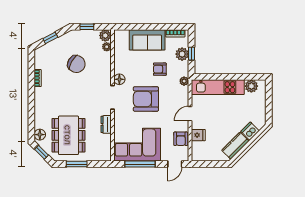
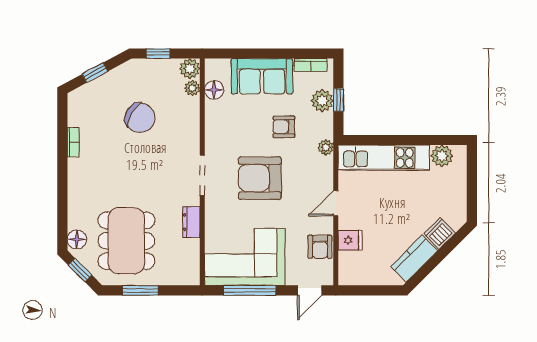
floor lamp: (119, 79) -> (214, 90), moved

